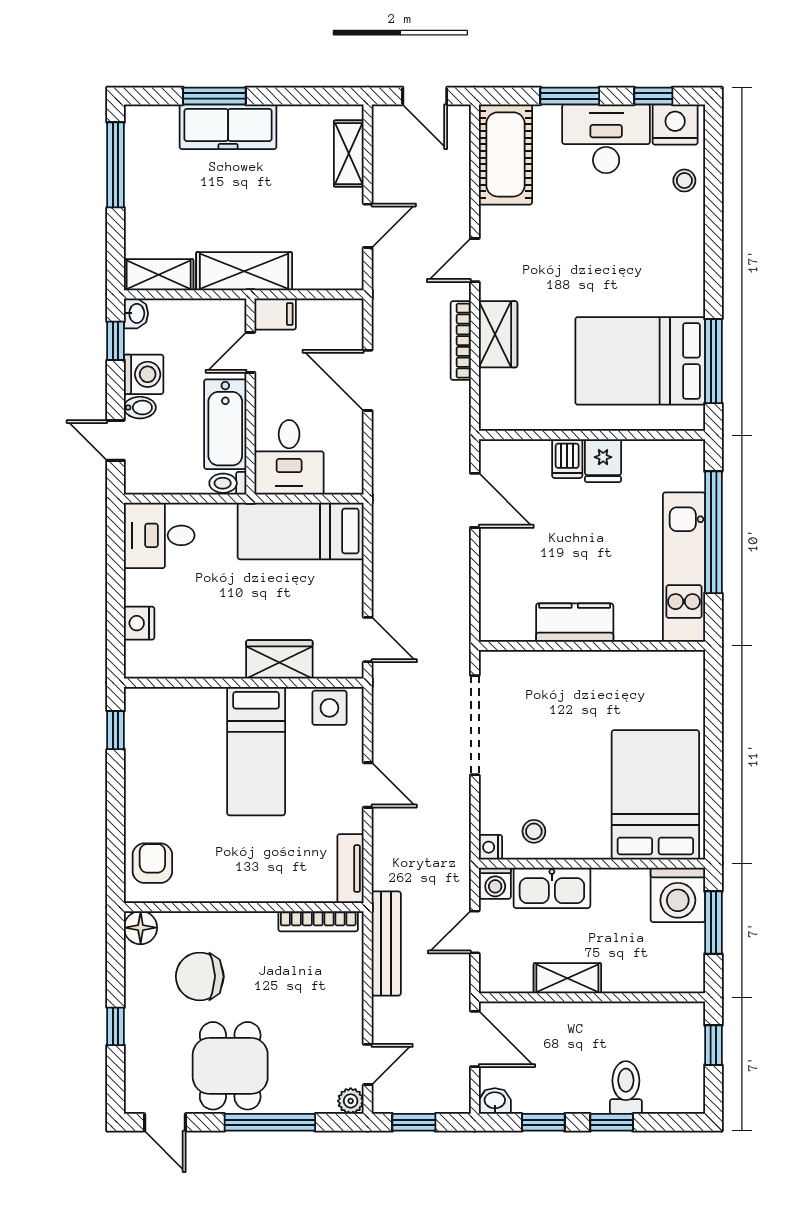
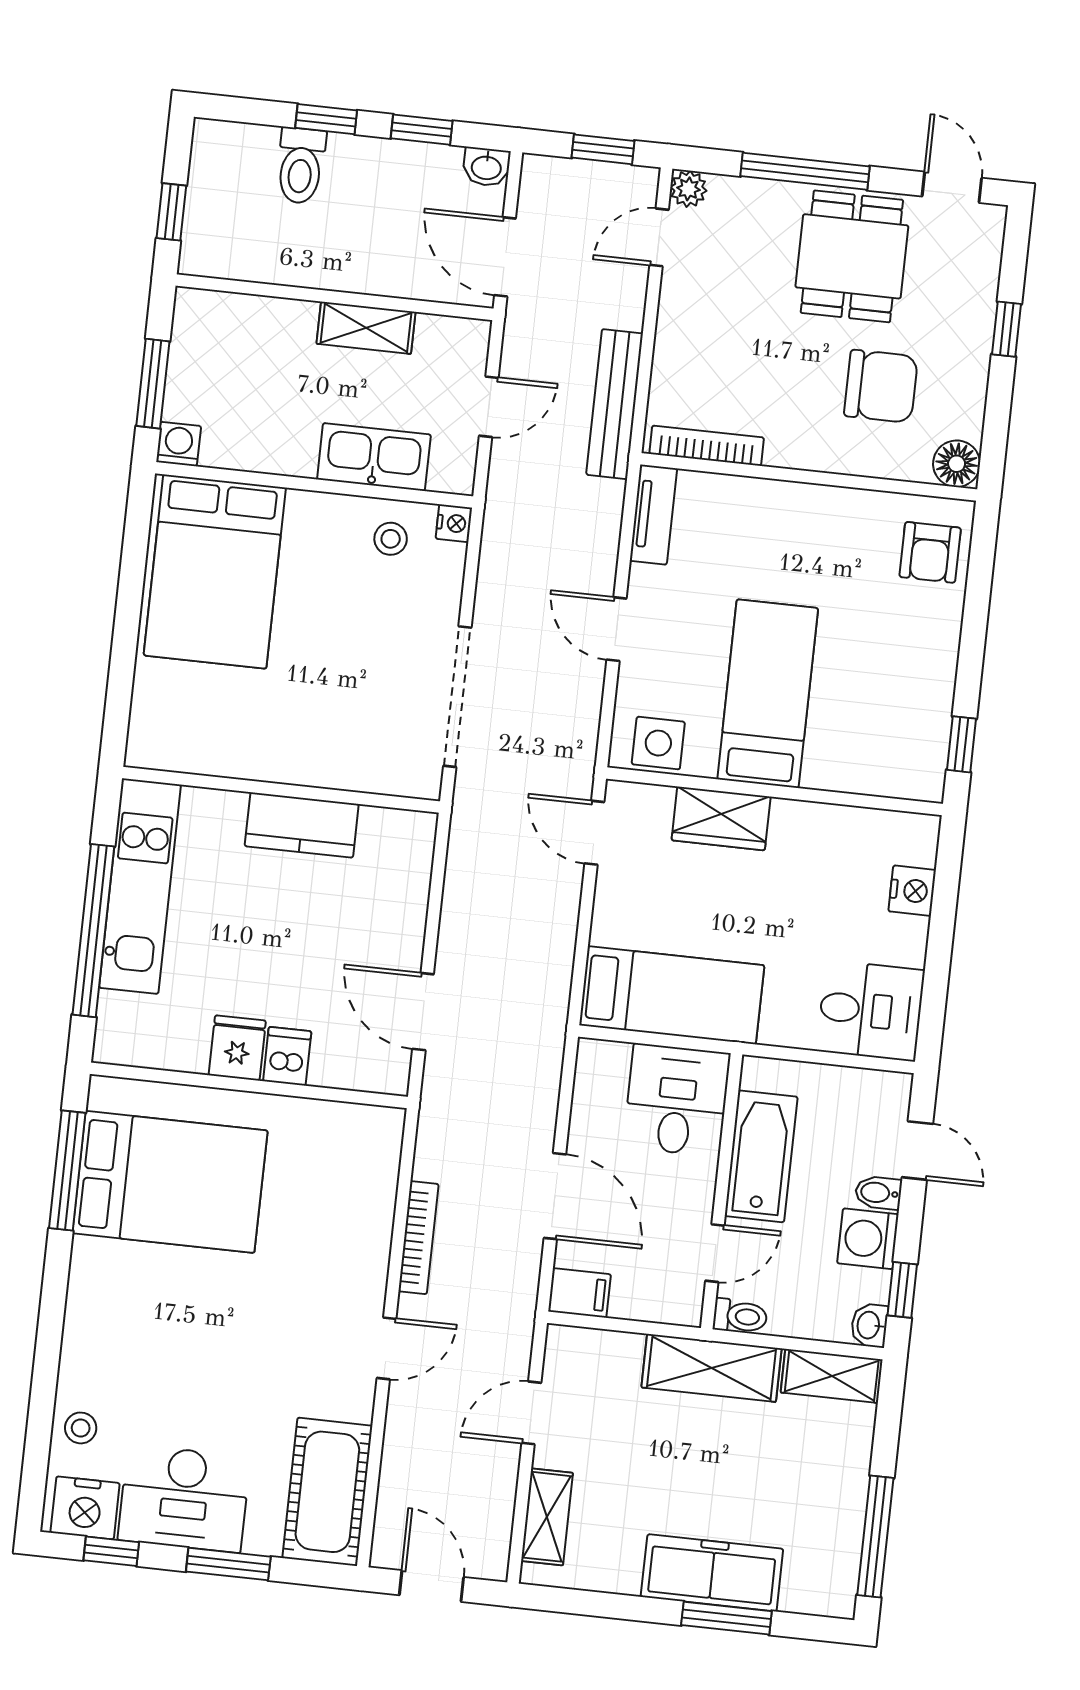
filing cabinet: (275, 314) -> (580, 1293), moved, turned 180
wardrobe: (498, 334) -> (365, 1241), removed
toilet: (228, 483) -> (740, 1316), moved
washing machine: (495, 883) -> (453, 472), removed
washing machine: (678, 895) -> (179, 444), width x0.53, depth x0.53

